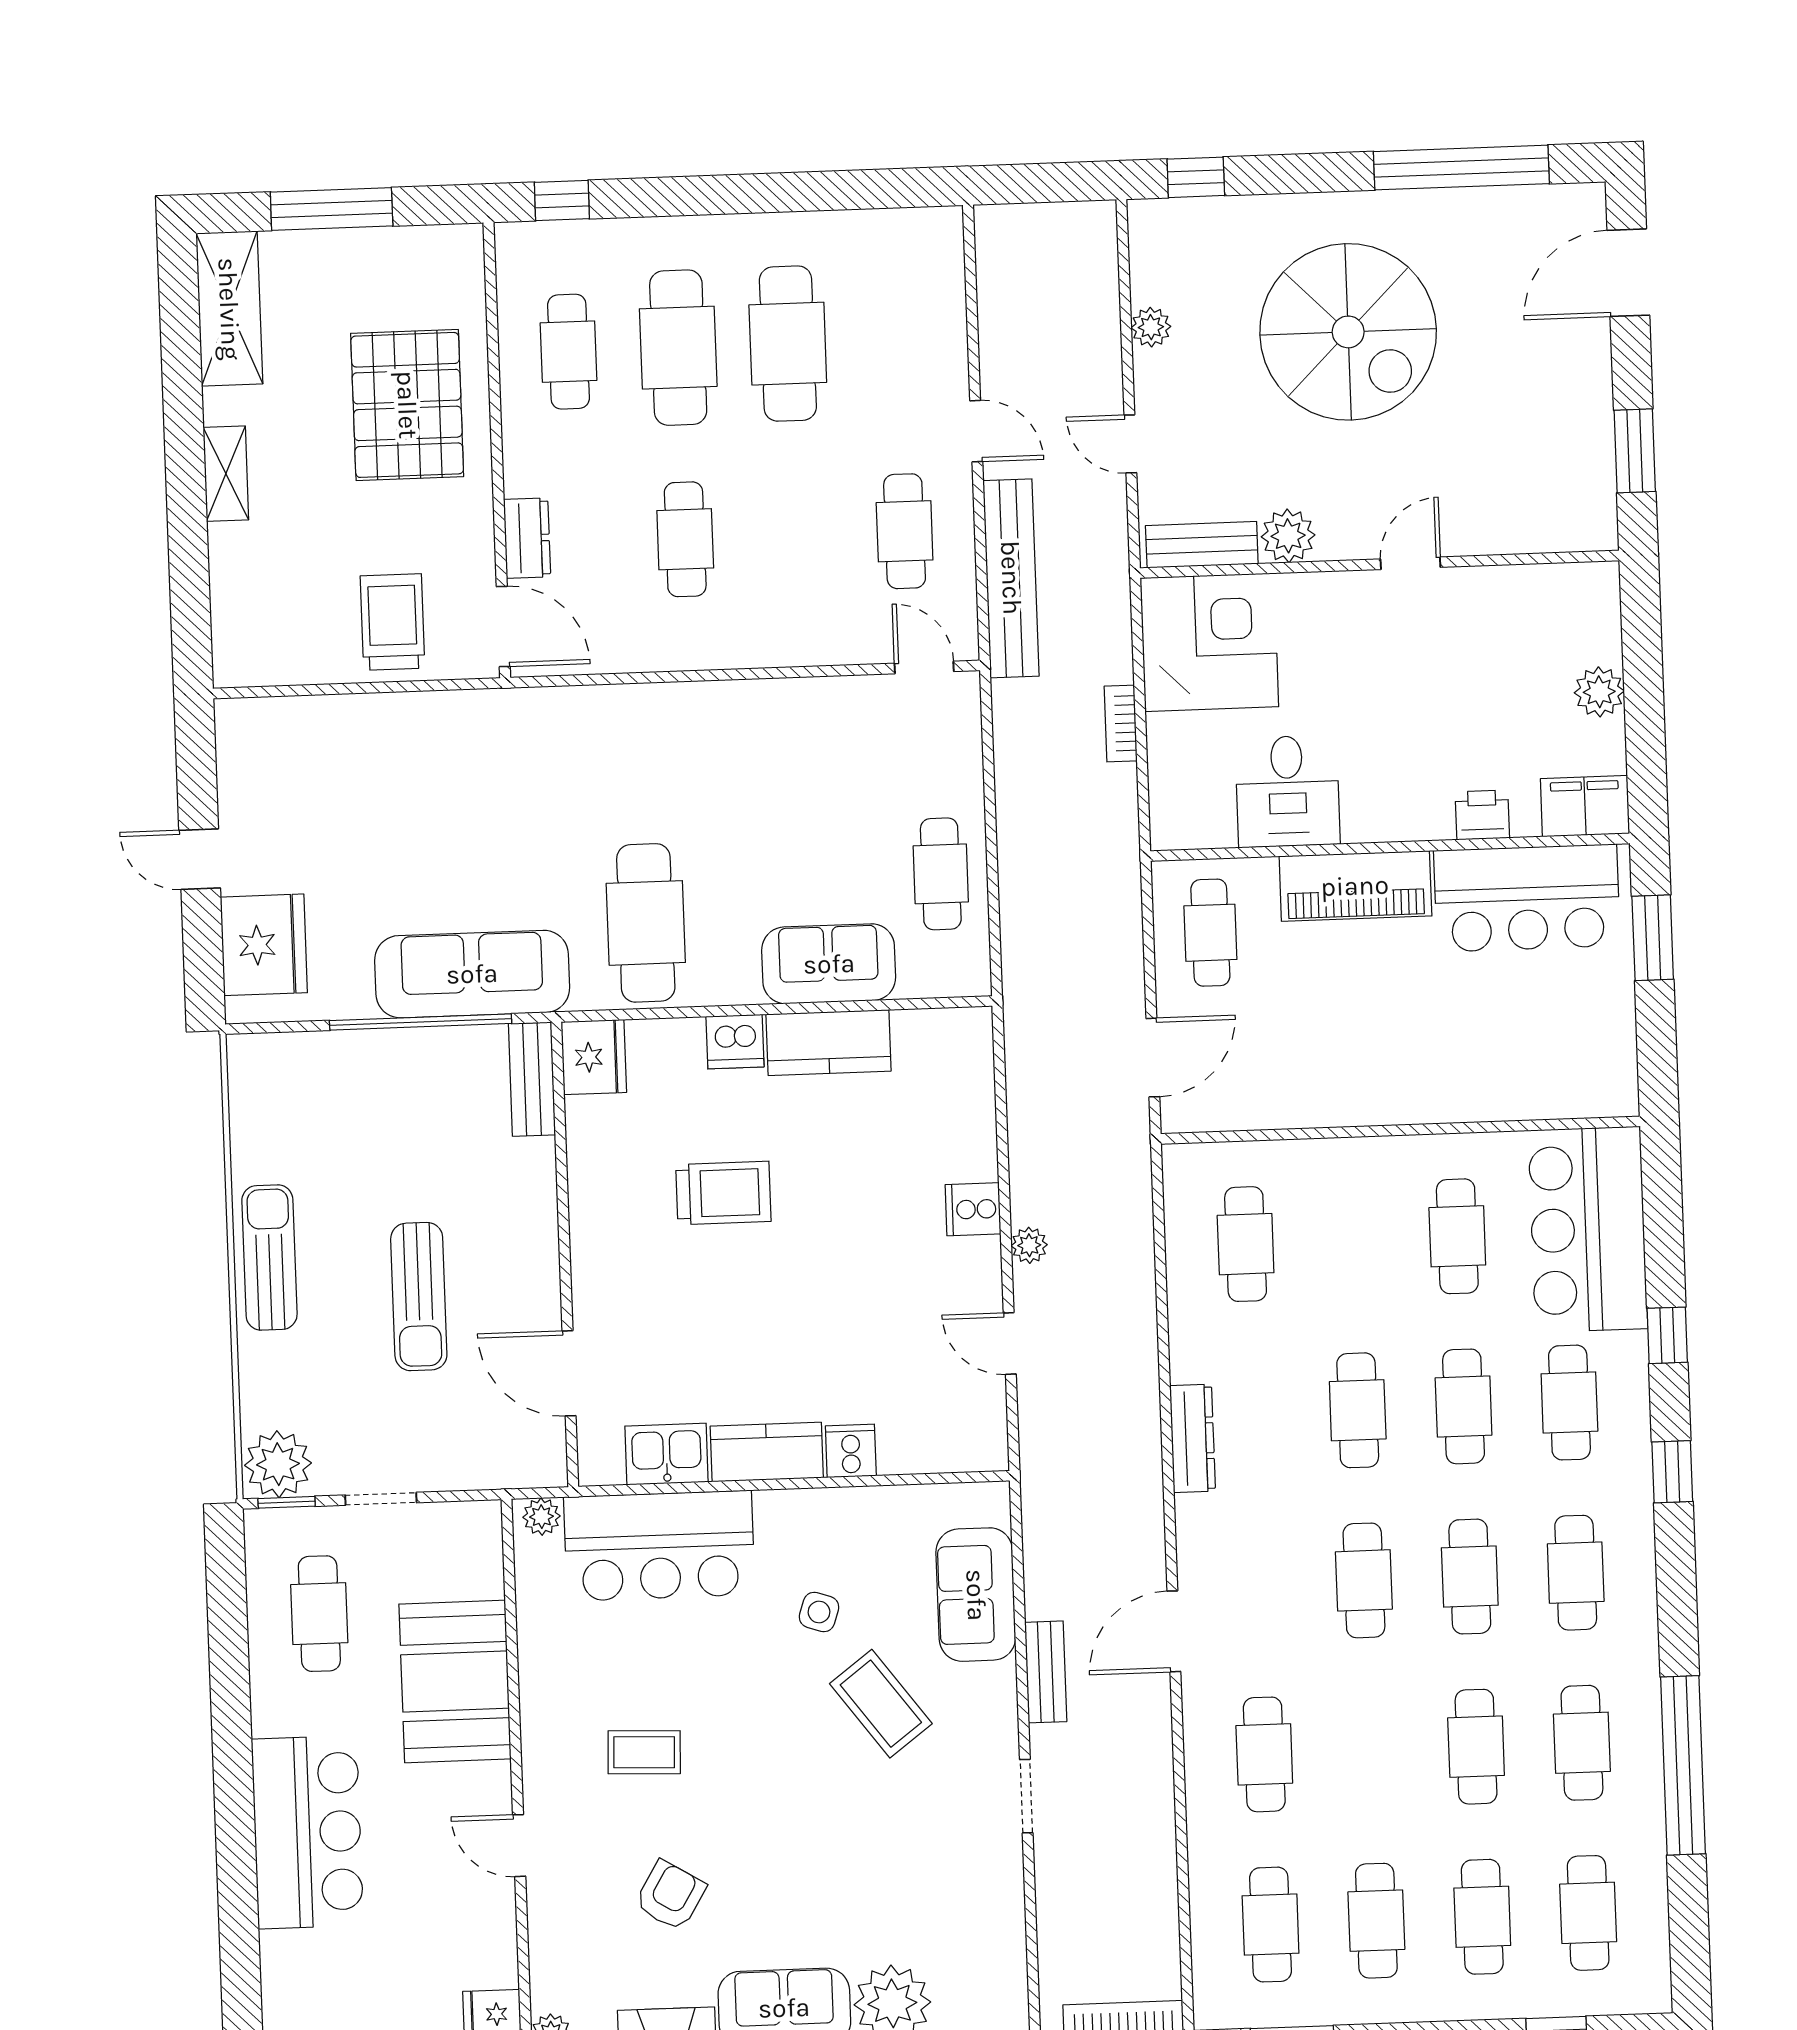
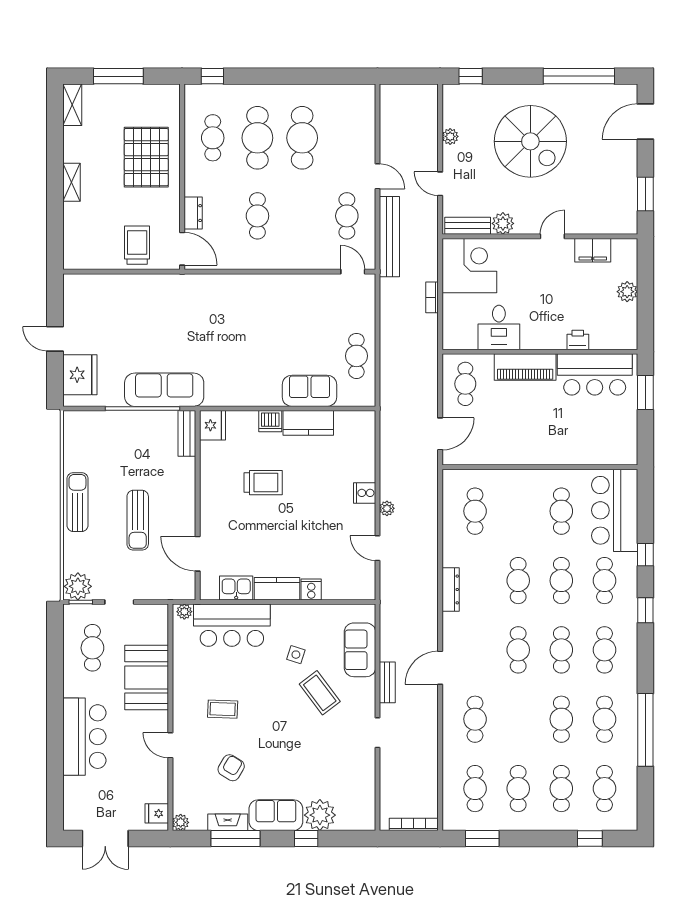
shelving: (229, 309) -> (72, 105), width x0.67, depth x0.75
filing cabinet: (1585, 806) -> (593, 250), moved, turned 180
cafe table: (646, 923) -> (236, 371), removed

